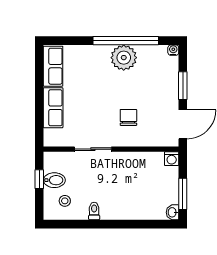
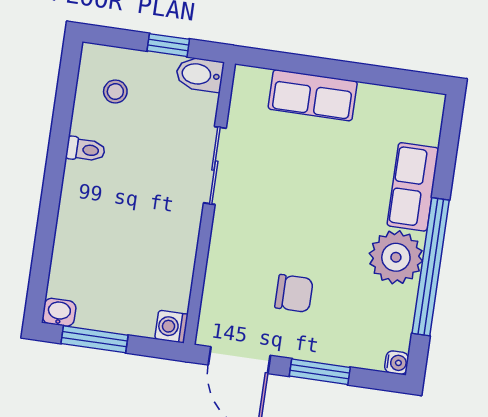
row of seats: (53, 66) -> (413, 187), moved, turned 90
chair: (128, 117) -> (294, 293), moved
bidet: (54, 180) -> (200, 74), moved, turned 90

